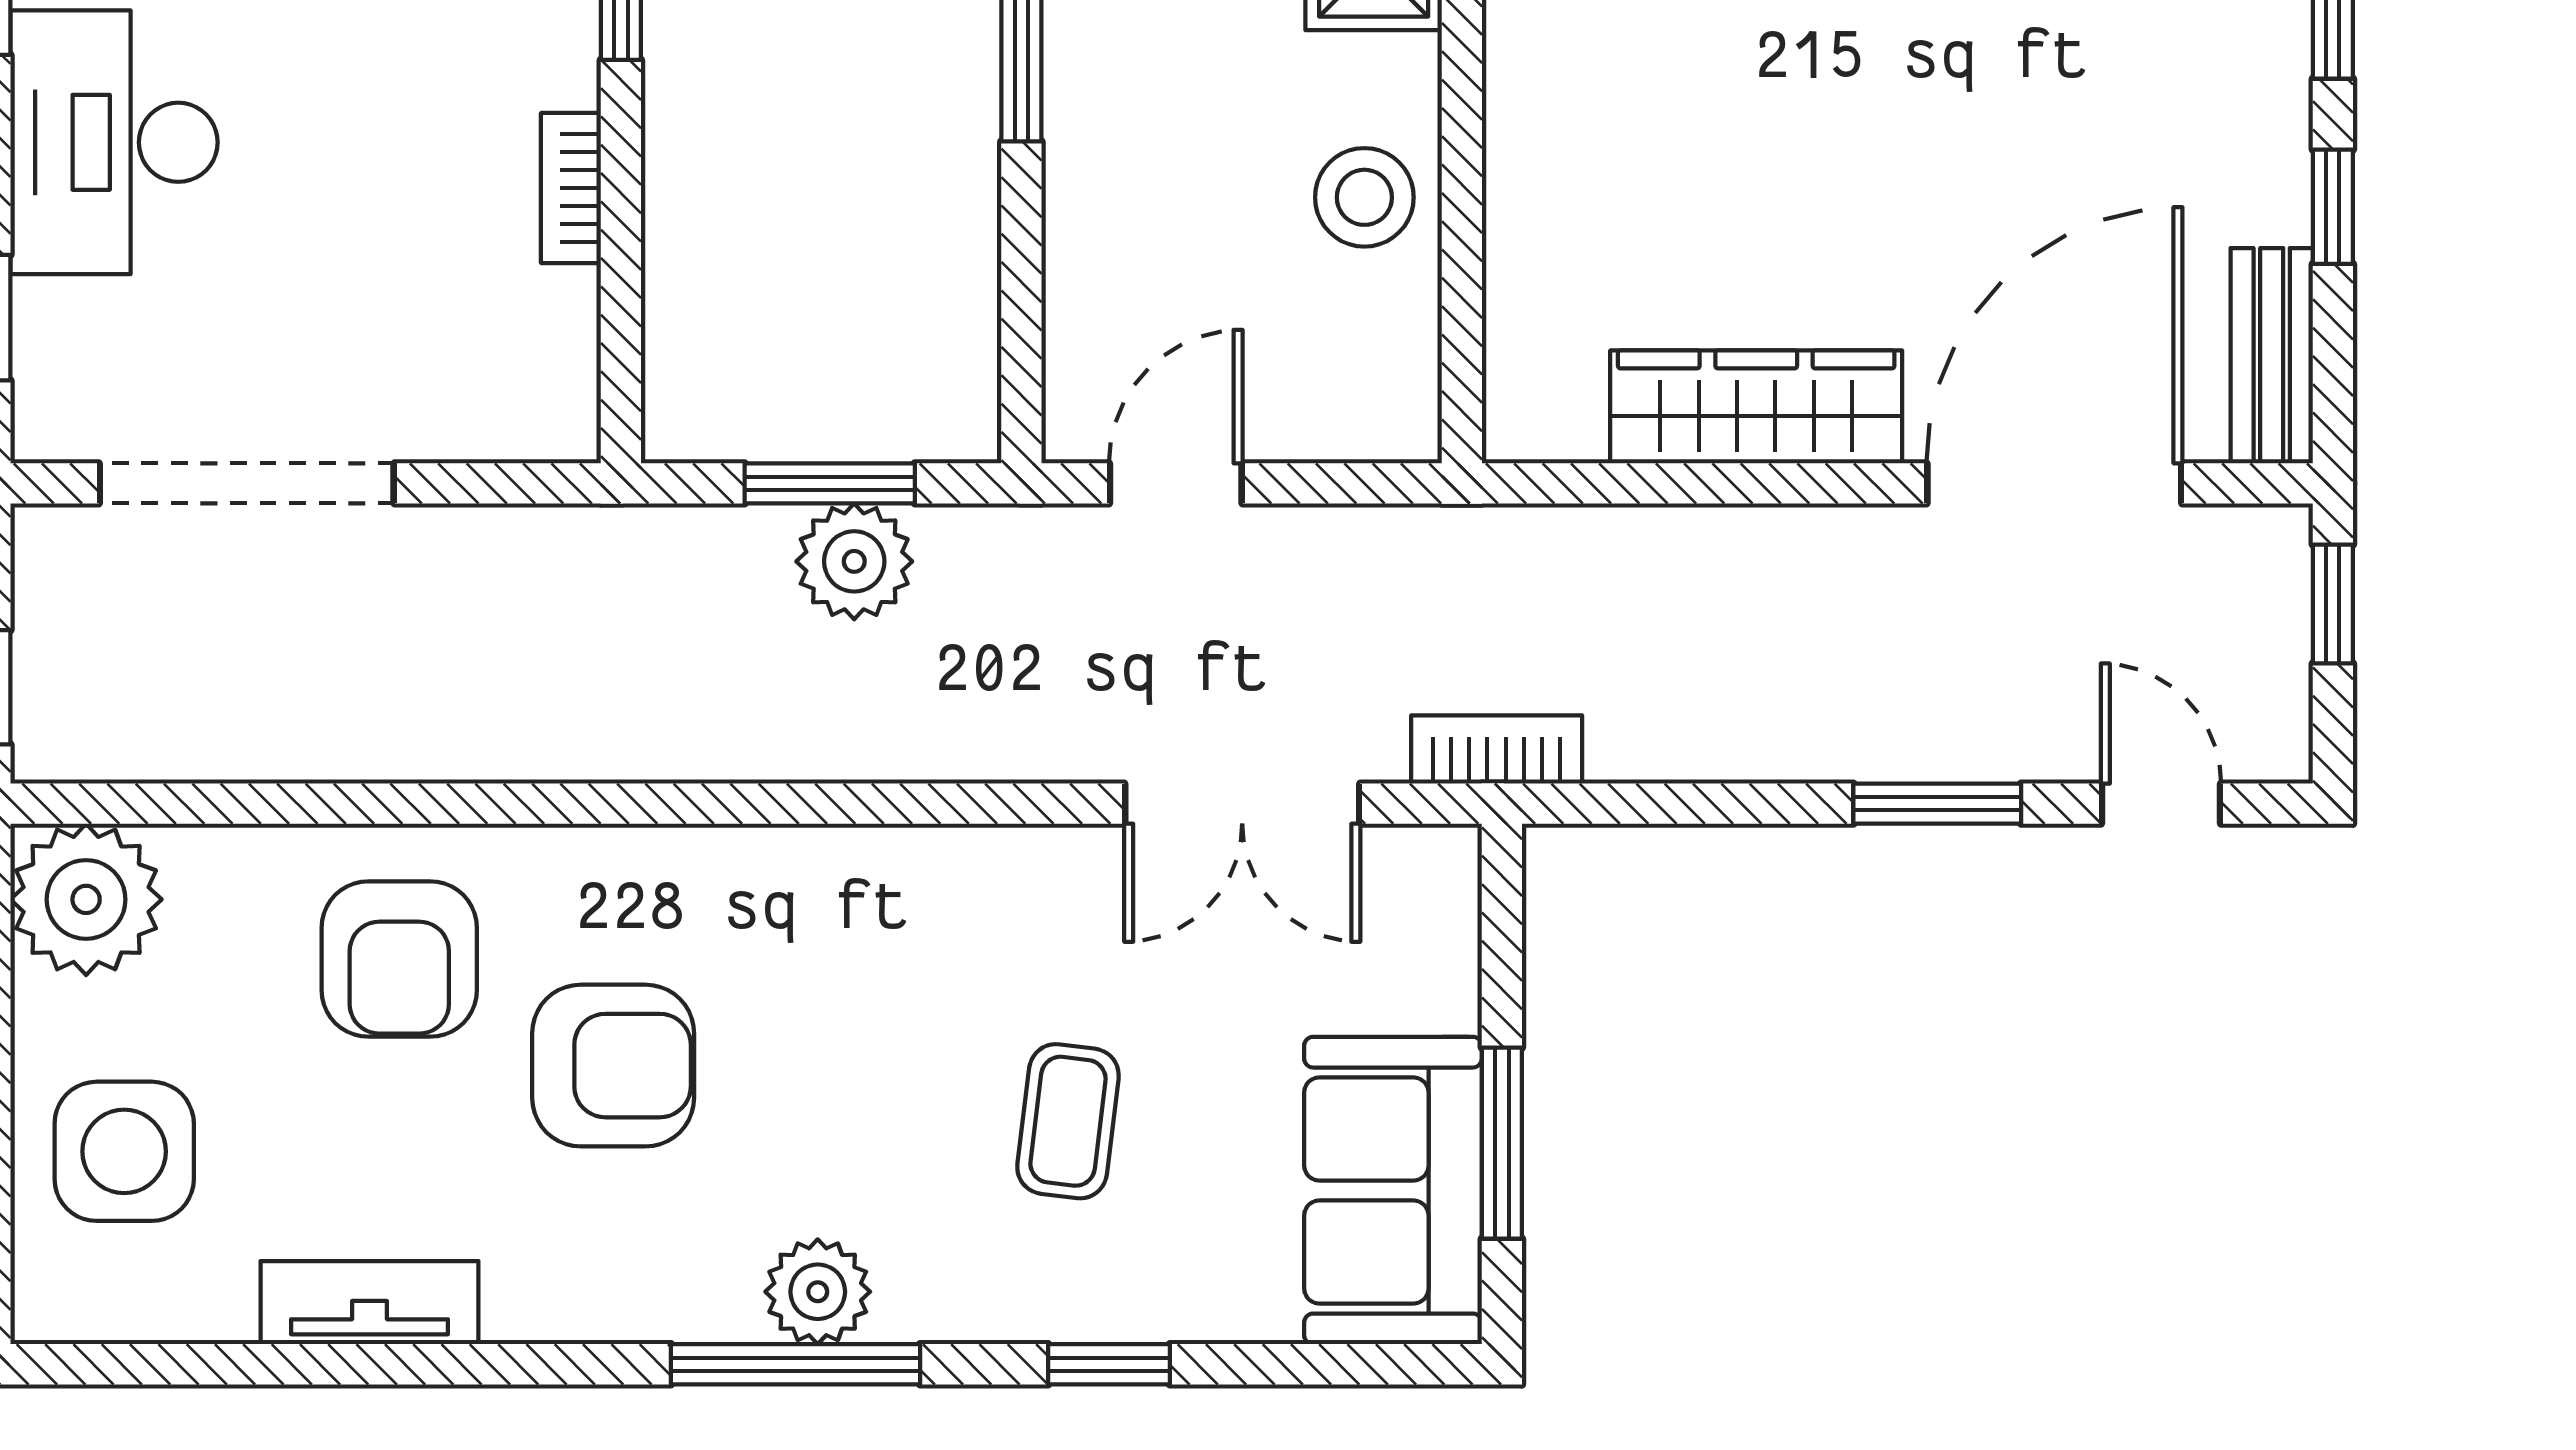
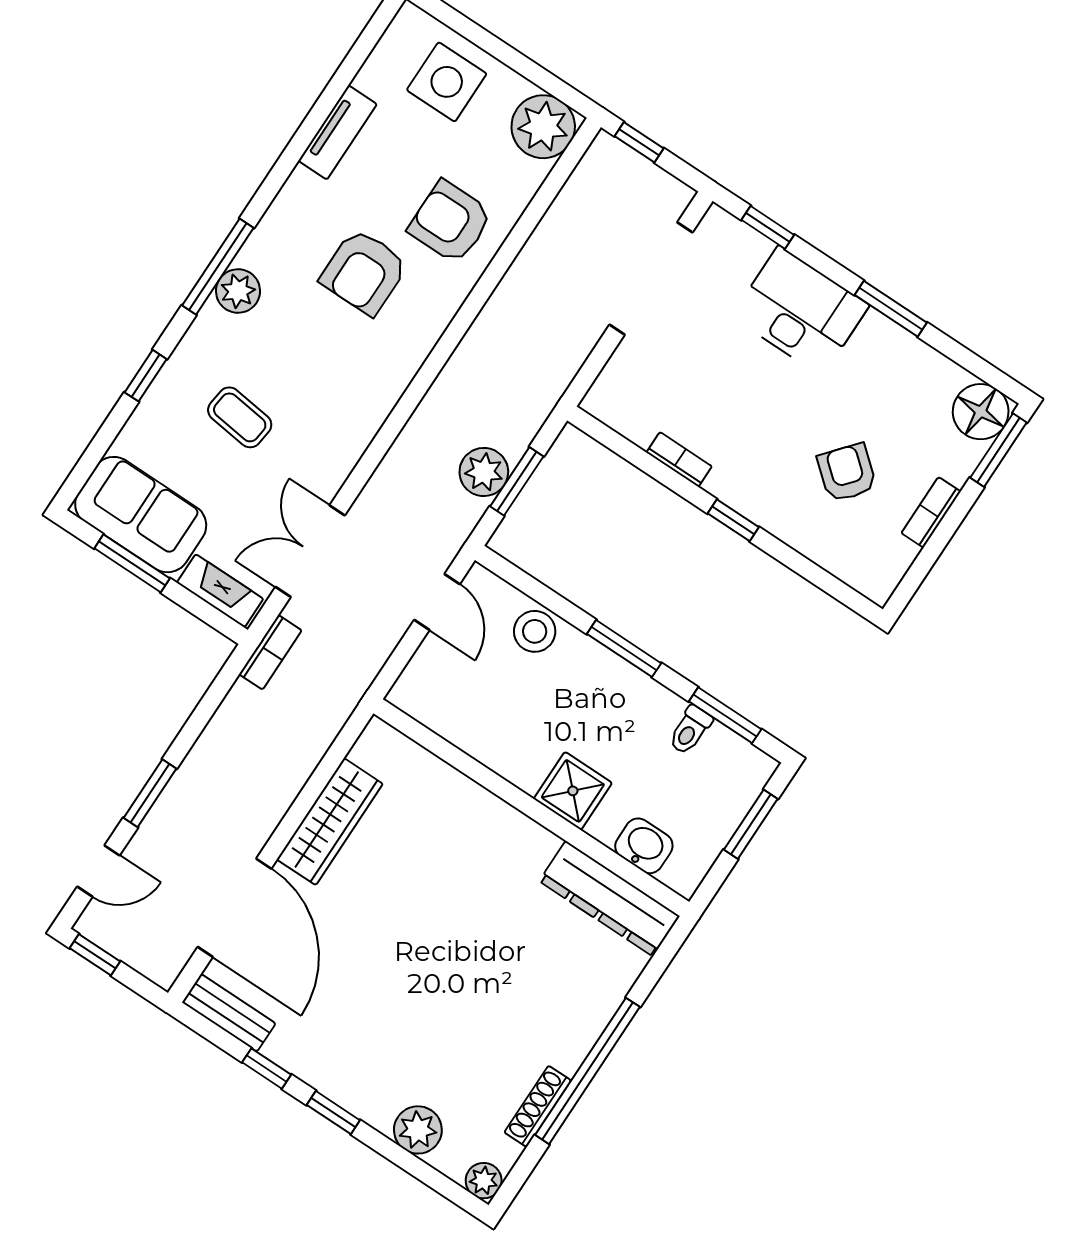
stool: (1364, 197) -> (535, 631), moved
window: (2333, 604) -> (95, 955), moved
fireplace: (1440, 931) -> (220, 591), added

